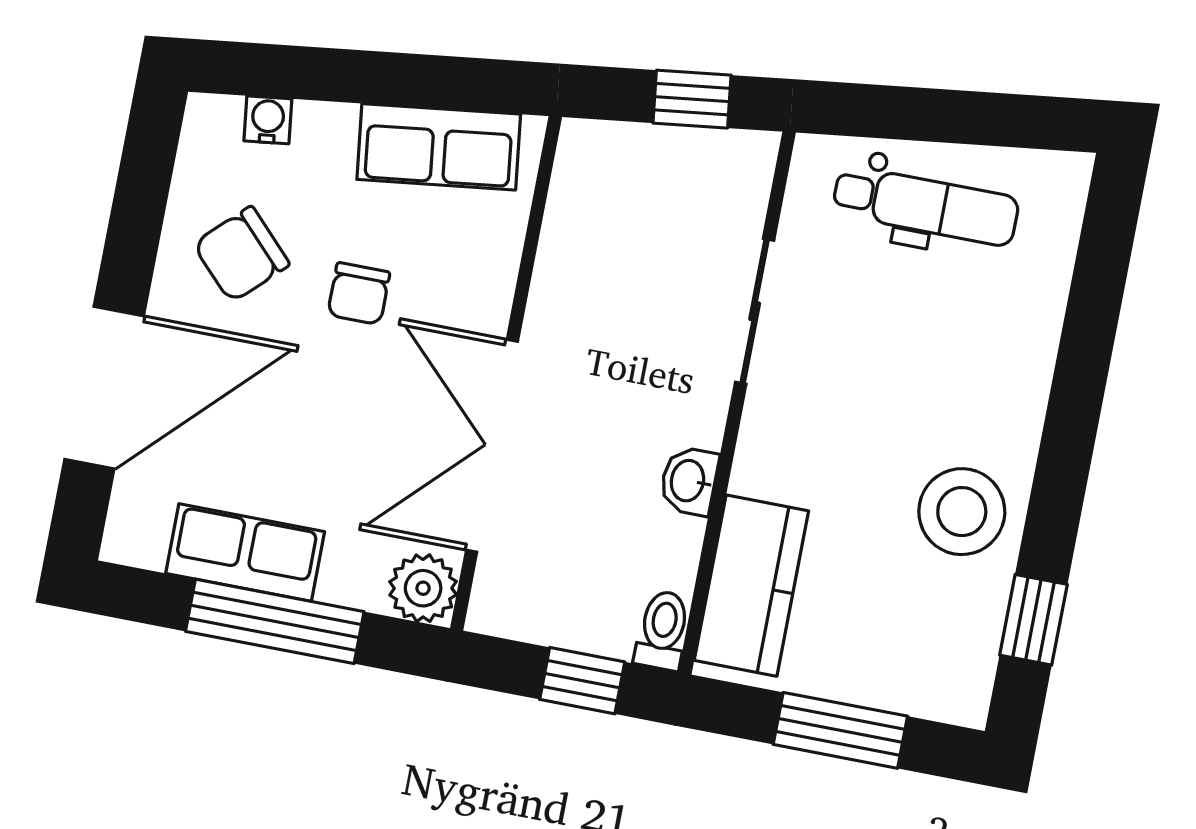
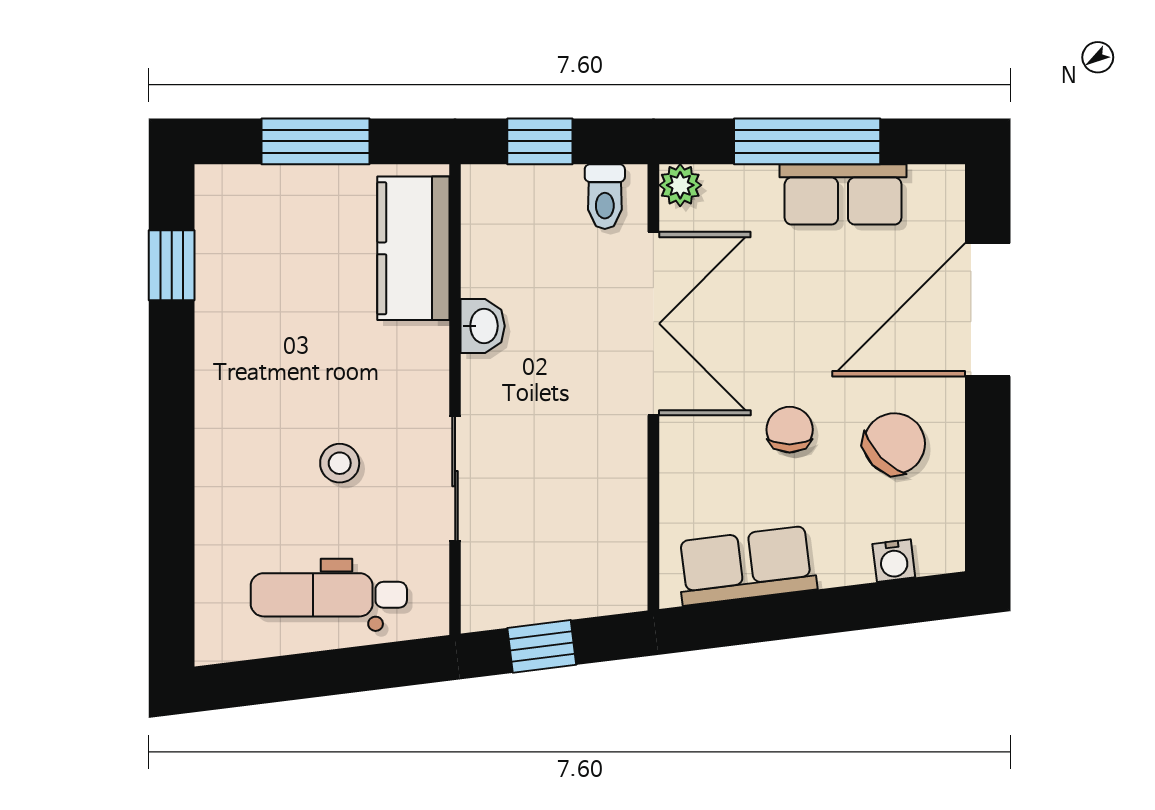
stool: (962, 512) -> (340, 463), moved, width x0.53, depth x0.53
plant: (423, 588) -> (680, 185), width x0.73, depth x0.73
toilet: (663, 630) -> (605, 197), moved

